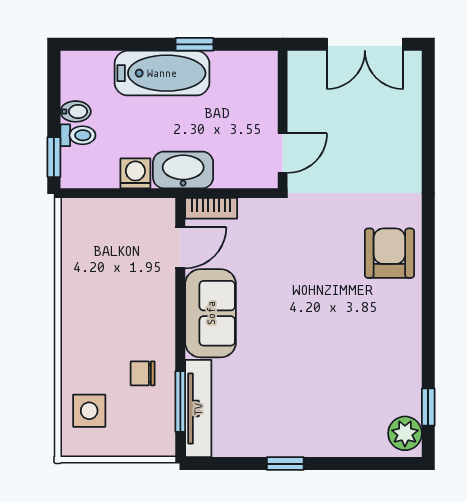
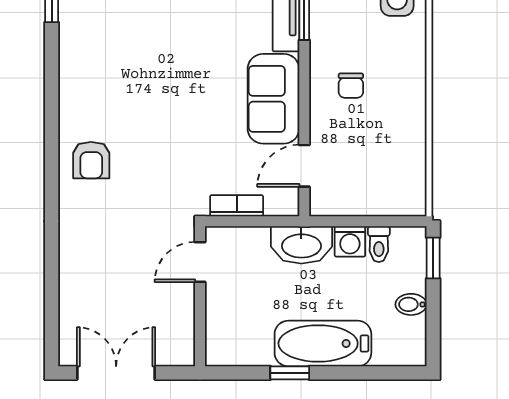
toilet: (78, 135) -> (379, 244), moved, turned -90
bookcase: (211, 208) -> (237, 206), moved
armchair: (389, 253) -> (91, 160), width x0.72, depth x0.72
chair: (143, 373) -> (351, 86), moved, turned 90

